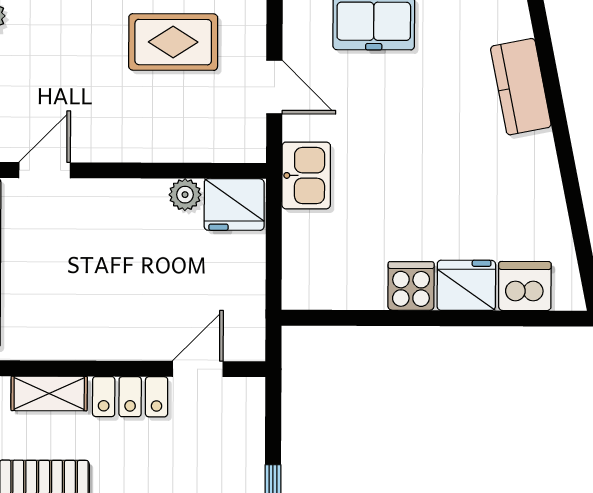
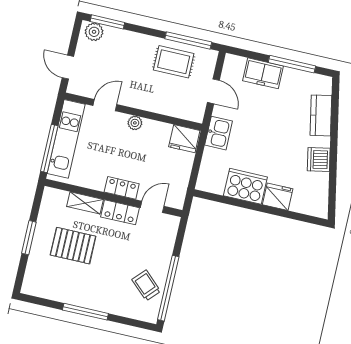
plant: (185, 195) -> (135, 123), moved
cooker: (411, 286) -> (245, 186), width x1.87, depth x1.31
dishwasher: (525, 286) -> (319, 160), moved, turned -101
locker: (122, 343) -> (122, 188), added

